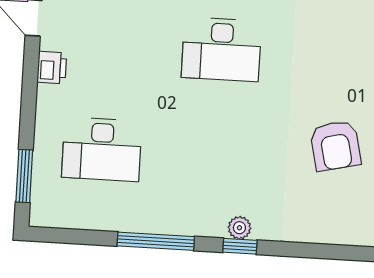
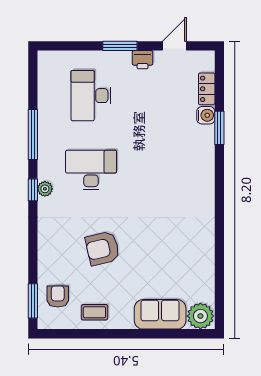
desk: (221, 49) -> (91, 170), moved, turned 90
window: (24, 176) -> (120, 46), moved

